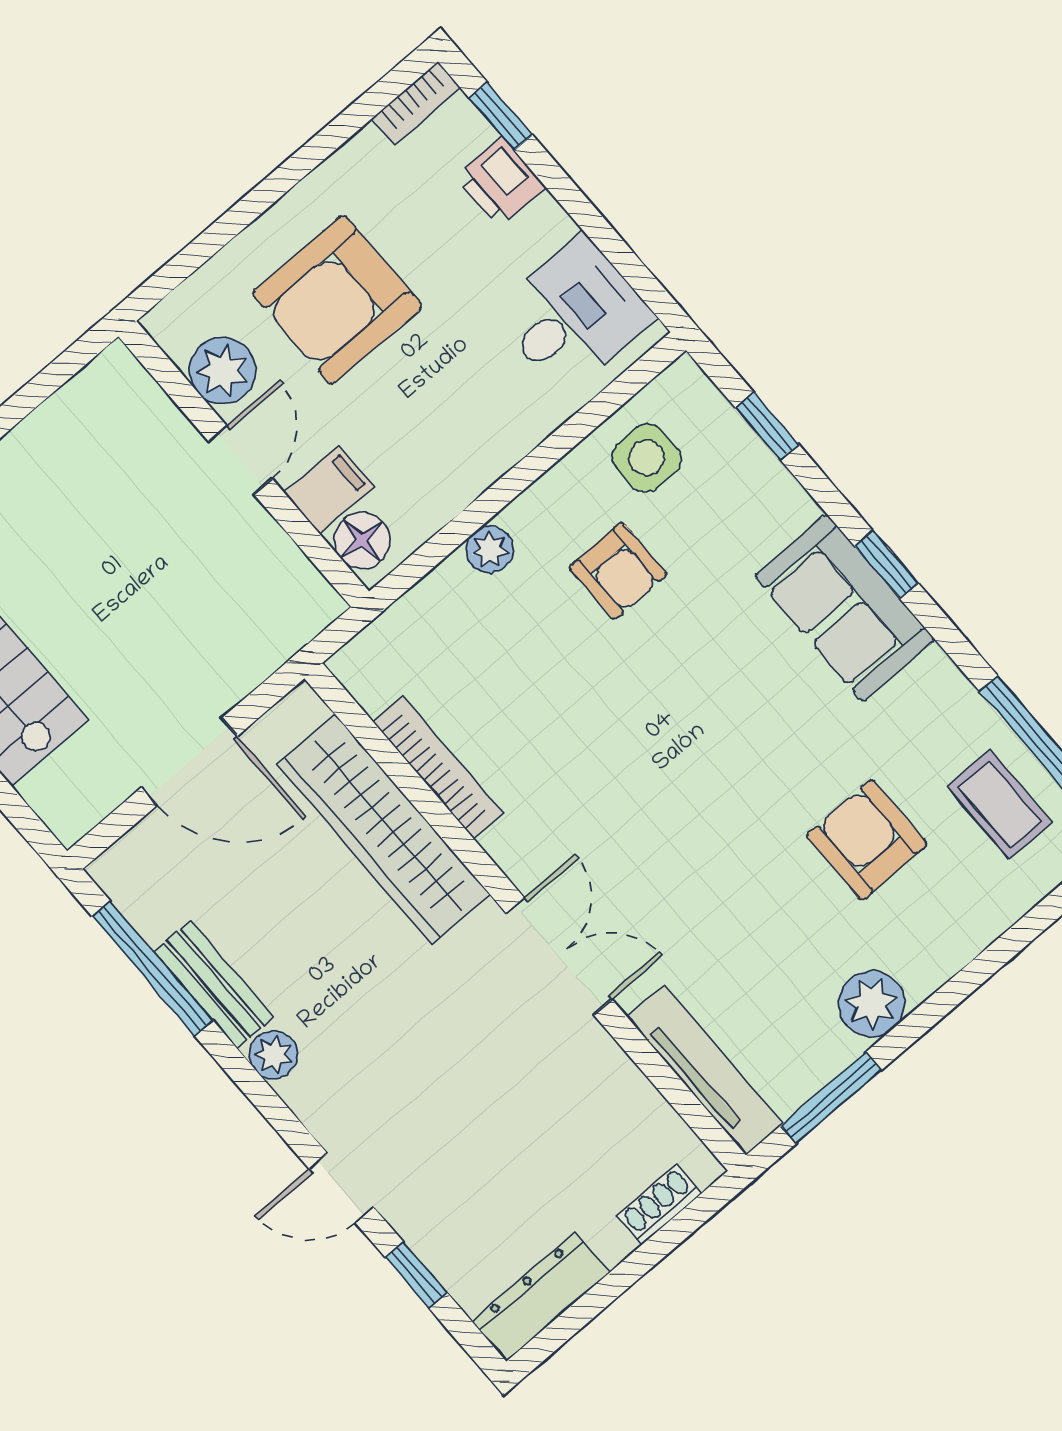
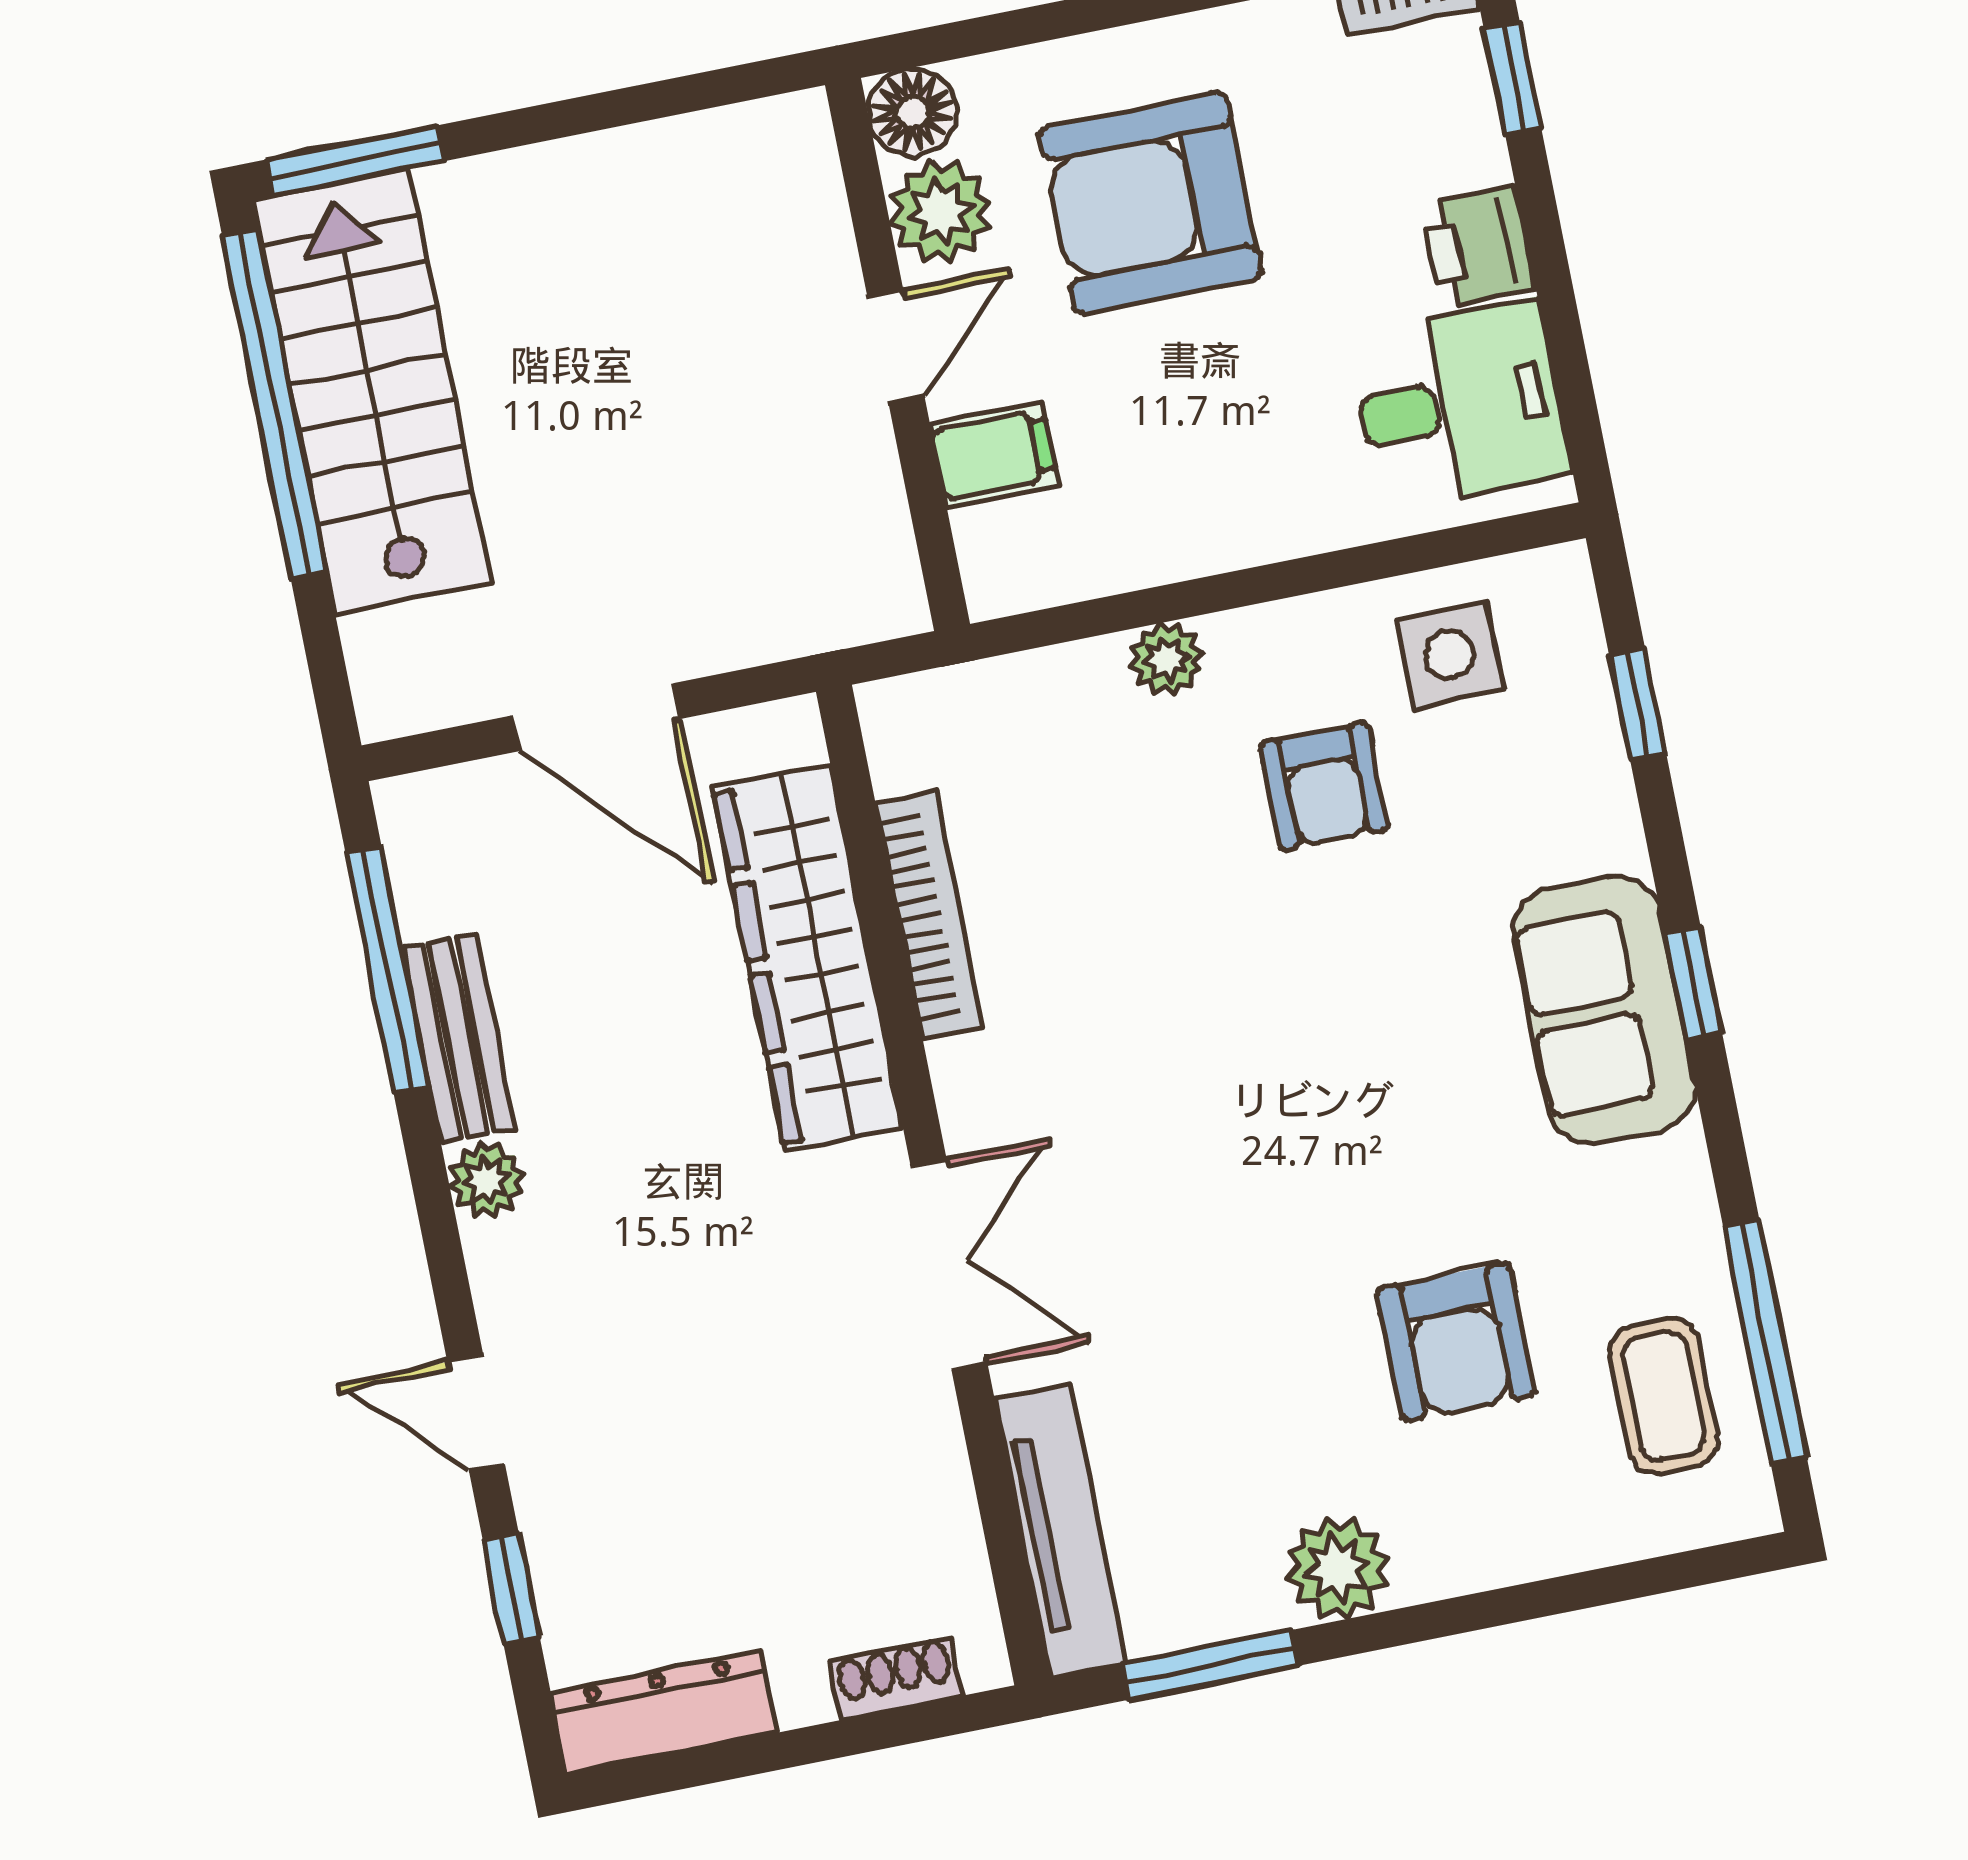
printer: (501, 182) -> (1478, 246), moved
floor lamp: (362, 540) -> (912, 112), moved
armchair: (867, 840) -> (1456, 1342), turned 180

